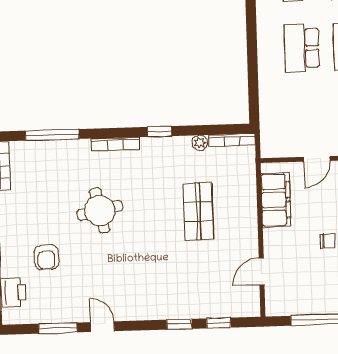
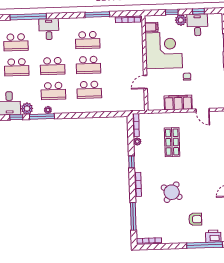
door: (317, 159) -> (145, 82), swing flipped
filing cabinet: (276, 200) -> (178, 102), moved
round table: (100, 210) -> (172, 192), turned 45
shop shelf: (198, 211) -> (172, 142), turned 90

